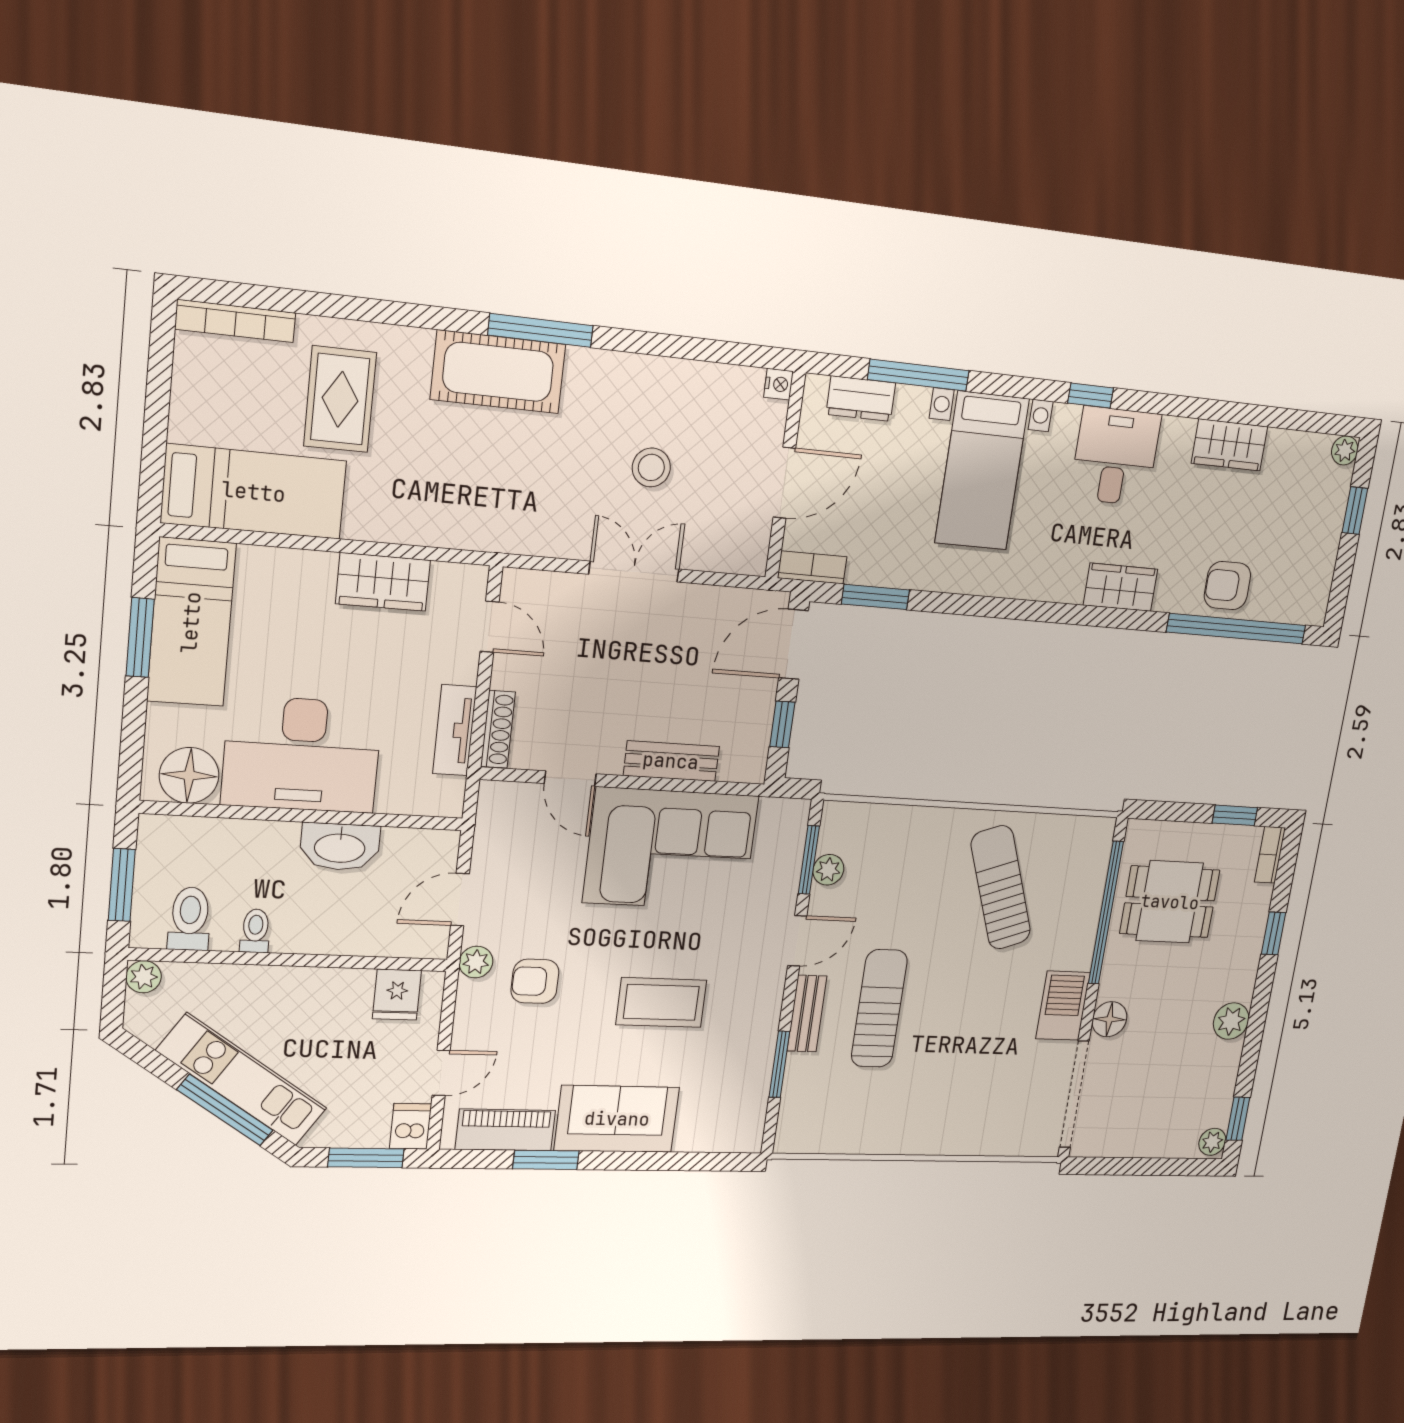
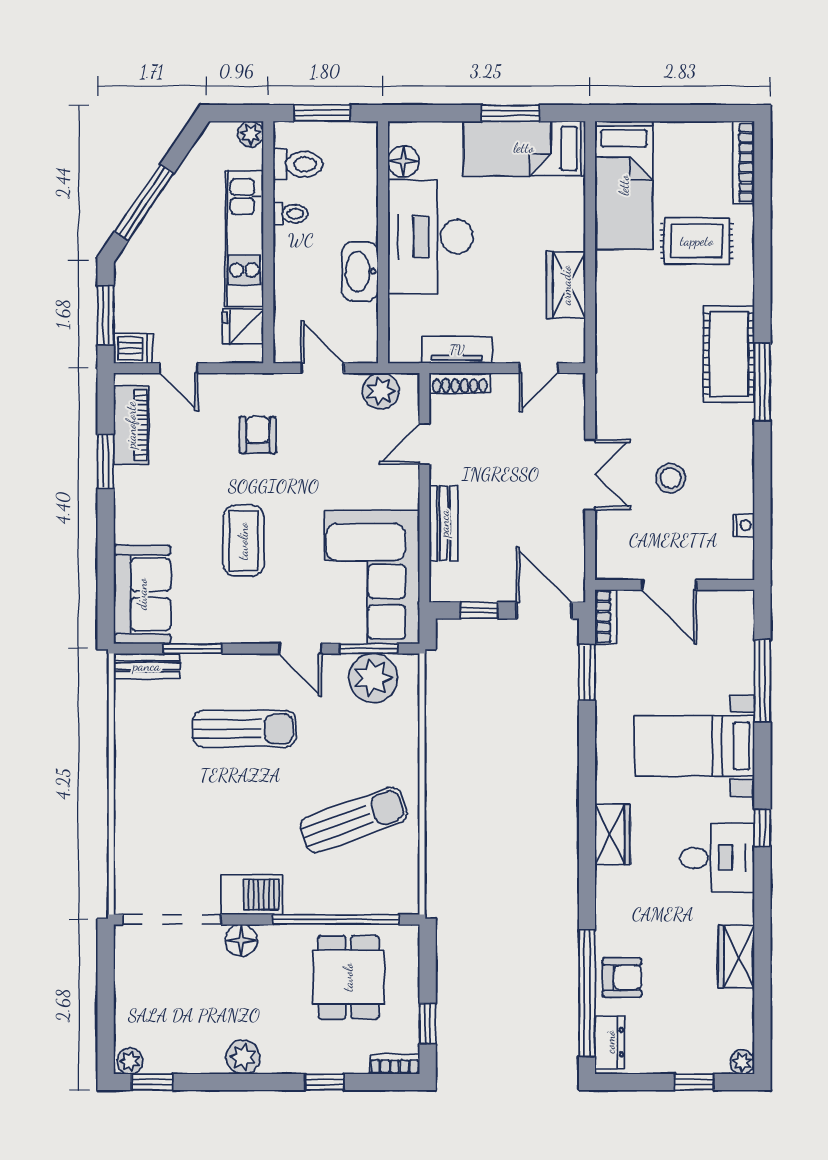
nightstand: (779, 384) -> (744, 525), moved, turned -90
dresser: (861, 399) -> (610, 1042), moved, turned 180
armchair: (1227, 586) -> (622, 978), turned 90
wardrobe: (1120, 587) -> (613, 834), moved
floor lamp: (189, 775) -> (403, 161), width x0.73, depth x0.73
corner sofa: (671, 849) -> (372, 577), moved
plant: (828, 870) -> (373, 678), width x1.88, depth x1.88
plant: (476, 962) -> (381, 391), moved, width x1.38, depth x1.38
bench: (807, 1014) -> (147, 666), moved
kitchen unit: (242, 1080) -> (244, 239), moved, turned 146
sofa: (617, 1119) -> (142, 594), moved

